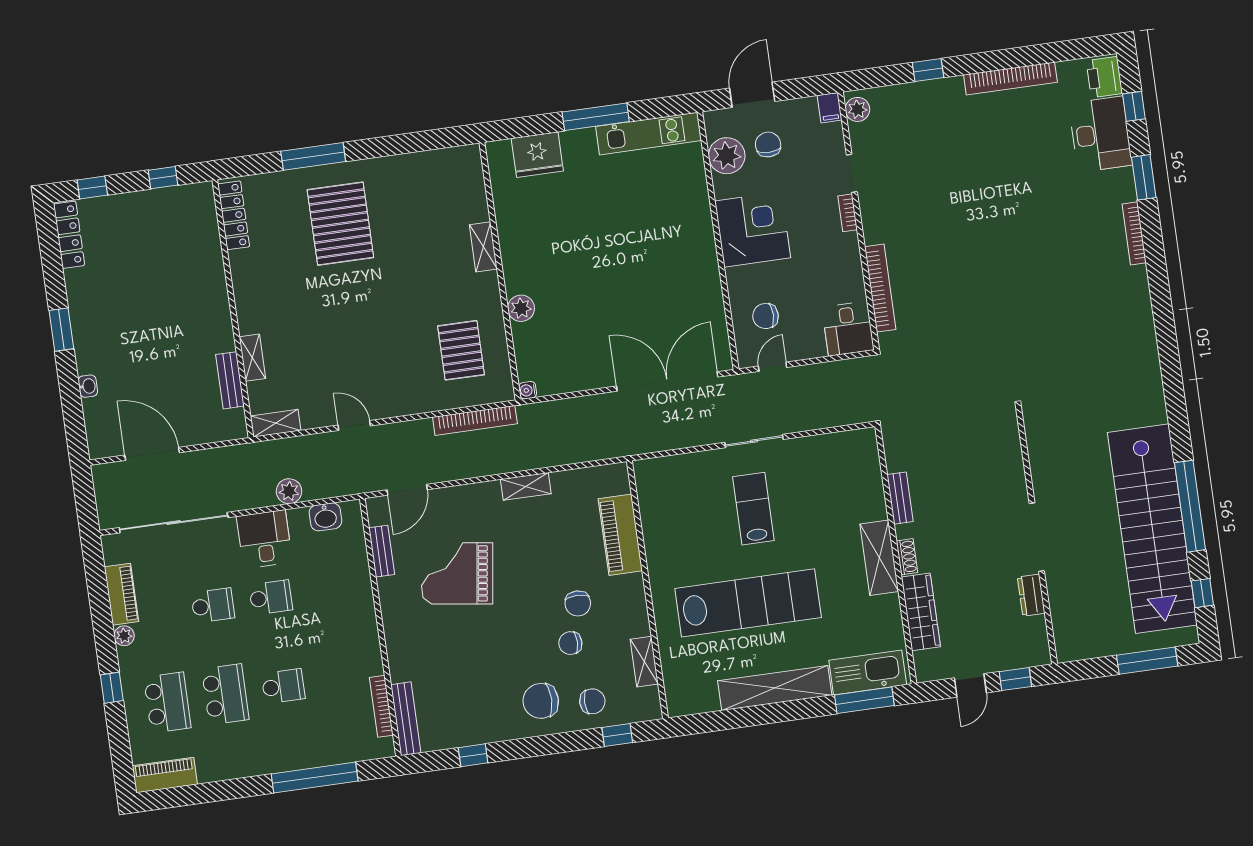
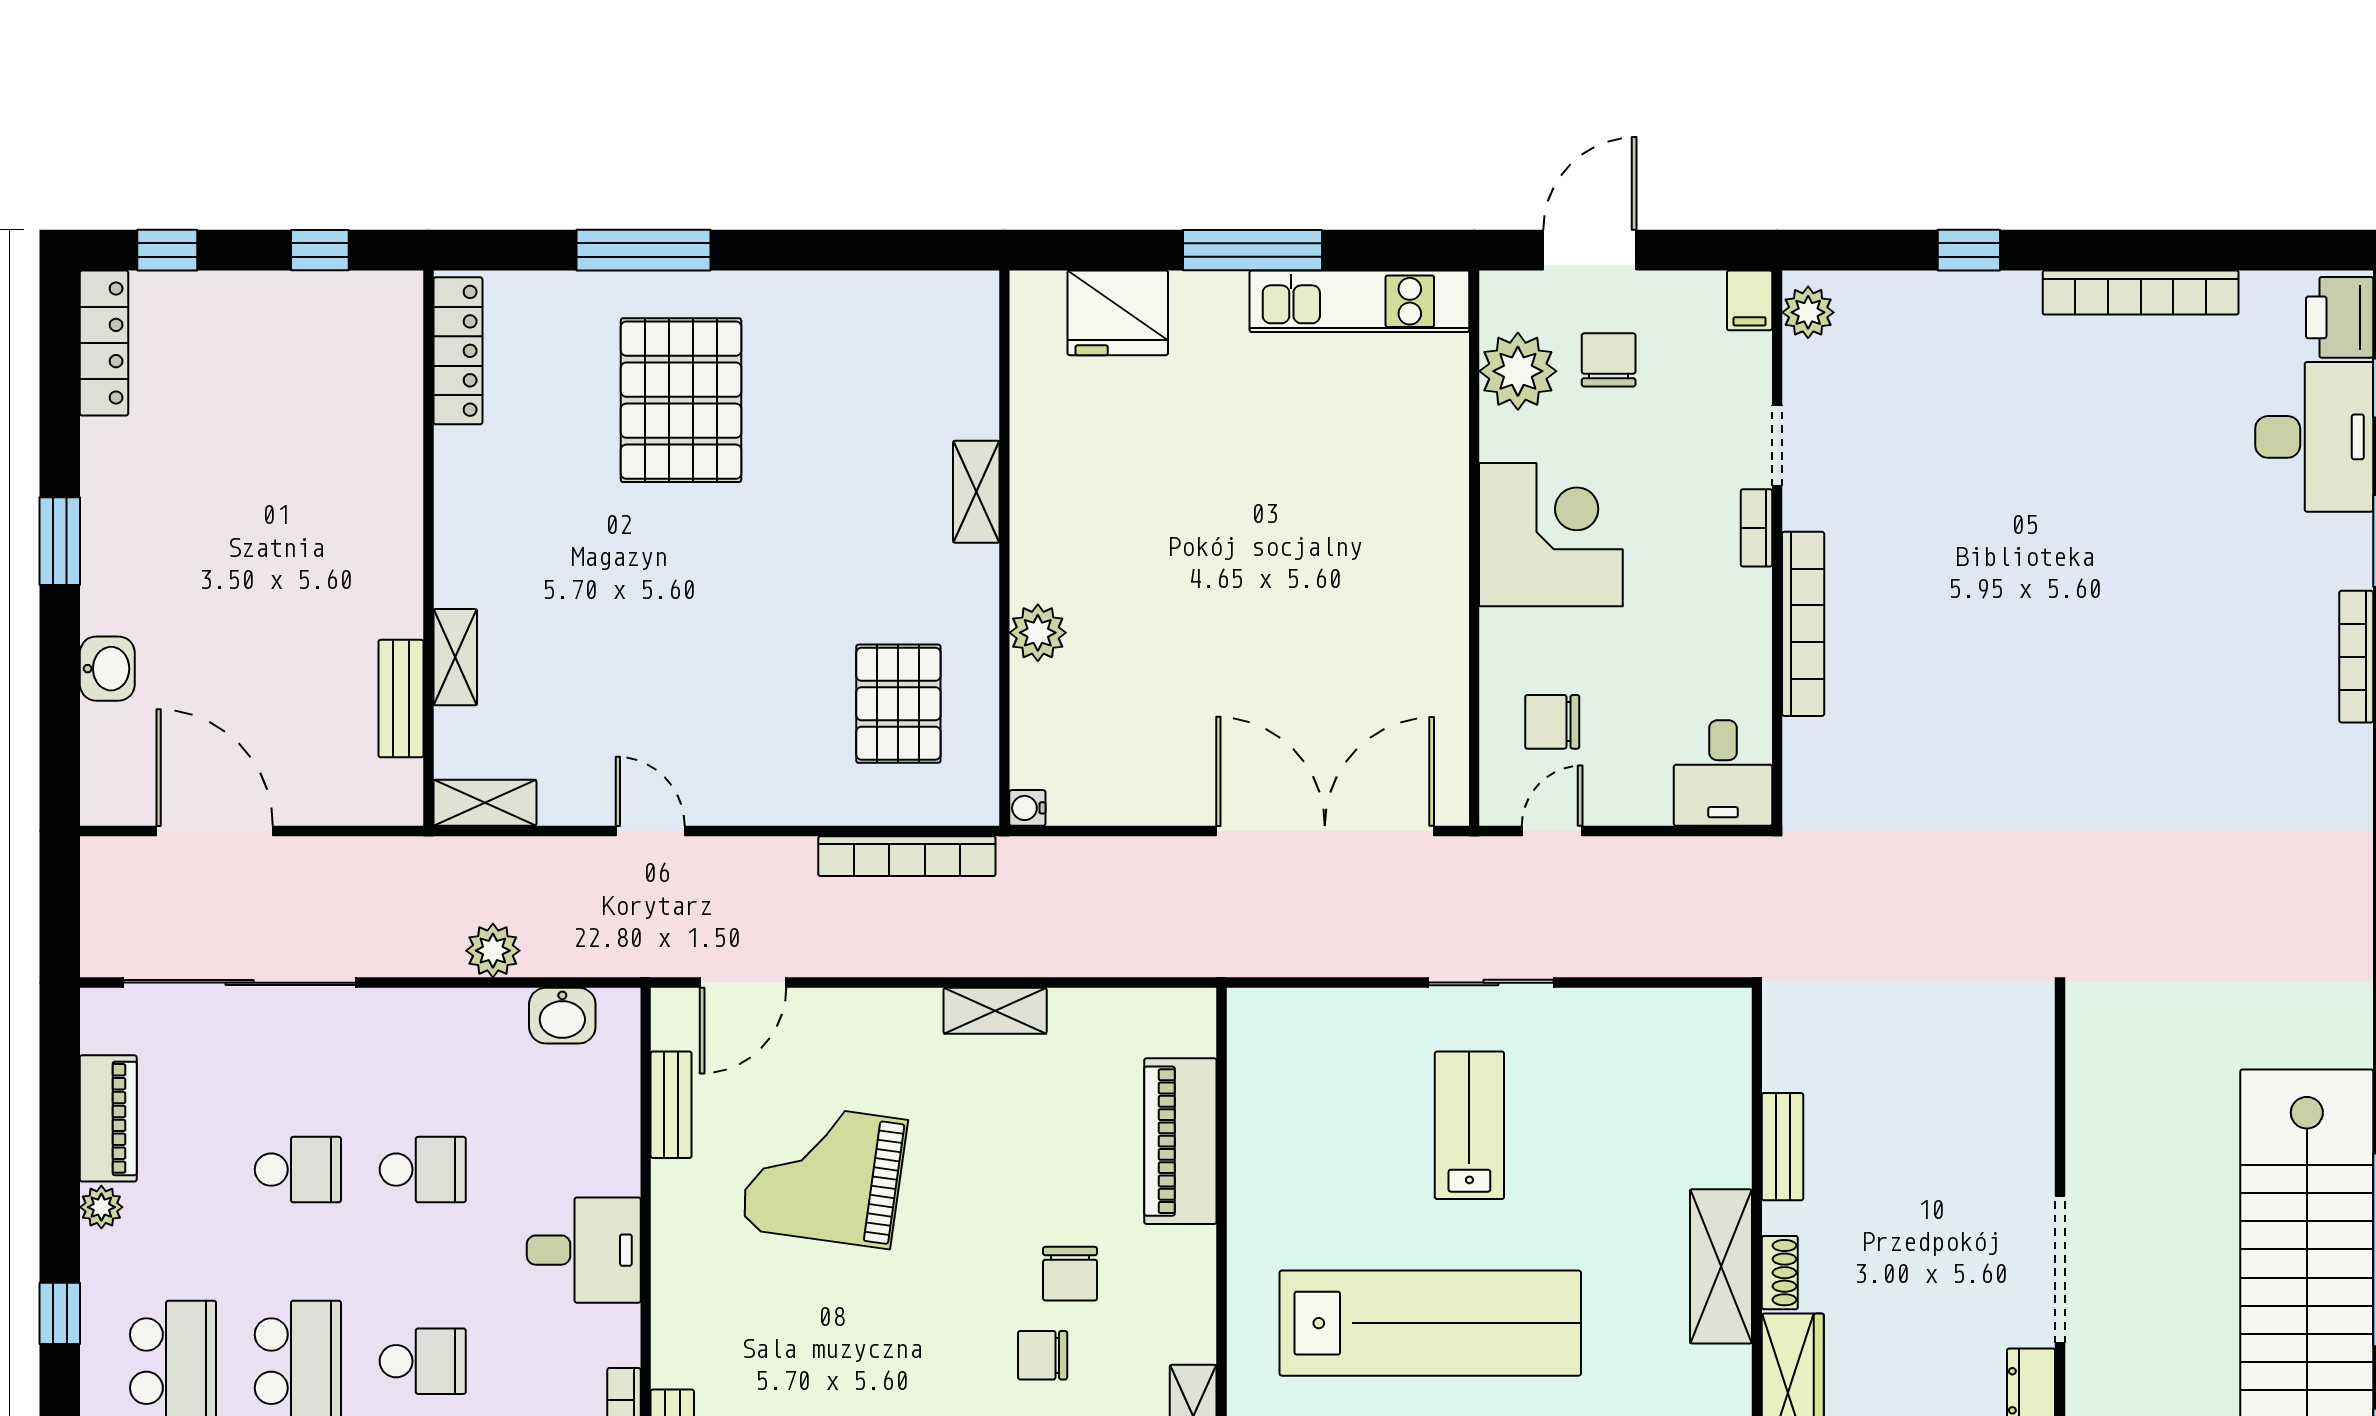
bookcase: (880, 288) -> (1803, 624), moved
washbasin: (88, 386) -> (107, 669), width x1.38, depth x1.45
desk: (264, 539) -> (584, 1250), moved, turned 90

